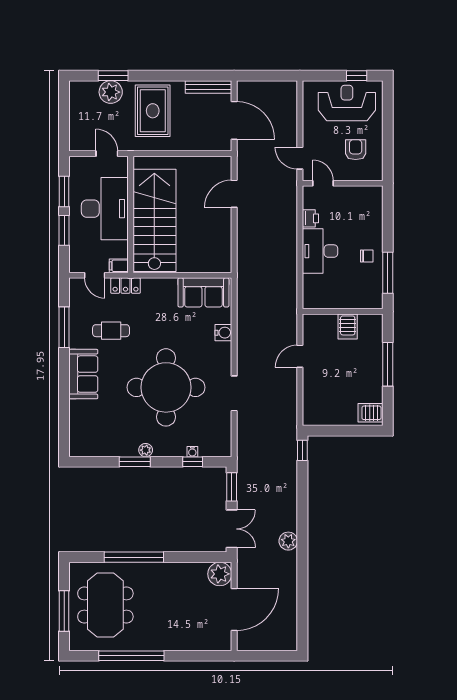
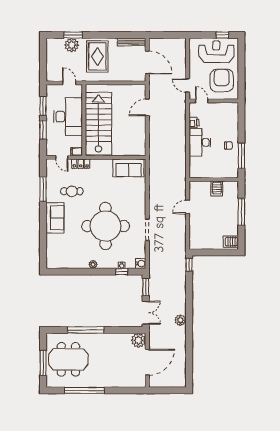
armchair: (356, 150) -> (222, 80), width x1.88, depth x1.88
water cooler: (223, 333) -> (141, 264), moved
window: (135, 462) -> (86, 272), removed
meeting table: (105, 605) -> (68, 359), turned 90

